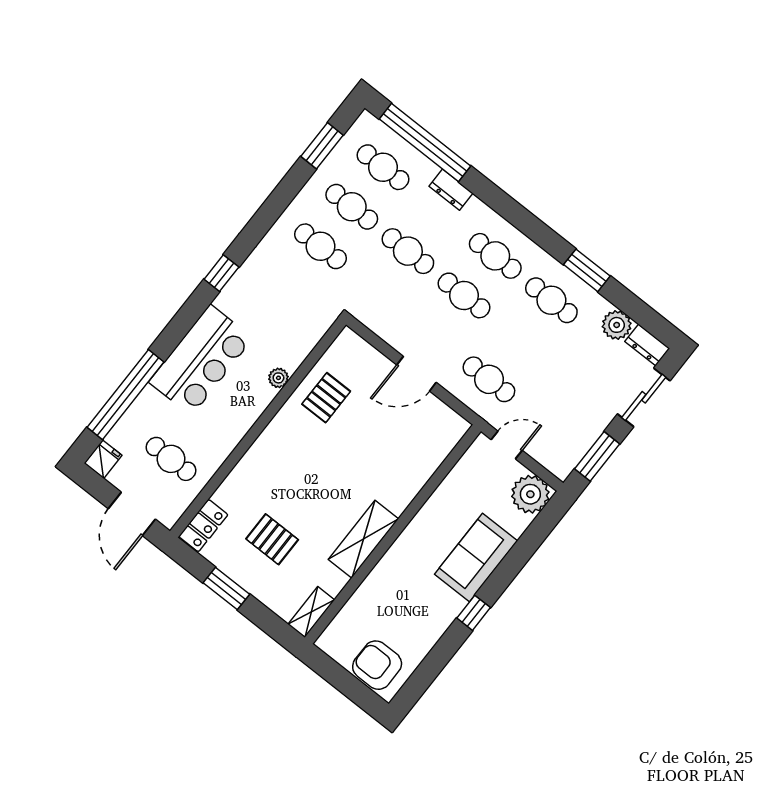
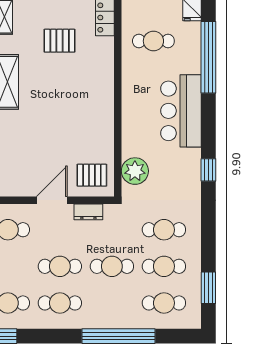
window: (425, 142) -> (118, 336), moved
dresser: (451, 190) -> (88, 212), moved, turned 180
plant: (278, 378) -> (135, 171), moved, width x1.88, depth x1.88
pallet: (326, 398) -> (92, 175), moved, turned 90

